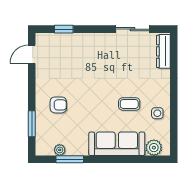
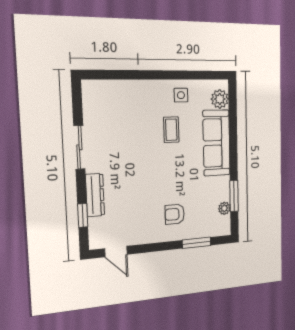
sliding door: (133, 29) -> (79, 147), moved
dresser: (163, 51) -> (95, 195), moved, turned -90
armchair: (58, 105) -> (175, 214), turned -90

